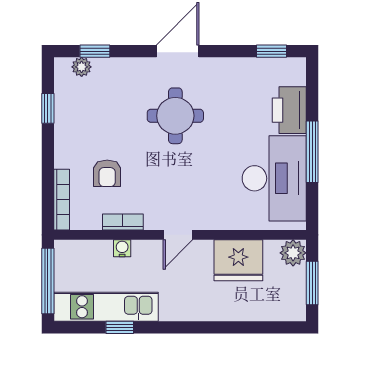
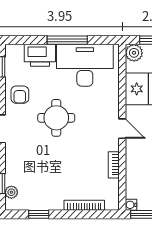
round table: (175, 116) -> (56, 118), moved
armchair: (107, 173) -> (20, 95), moved, turned 90
bookcase: (62, 200) -> (84, 205), moved
water cooler: (122, 248) -> (131, 205), moved

